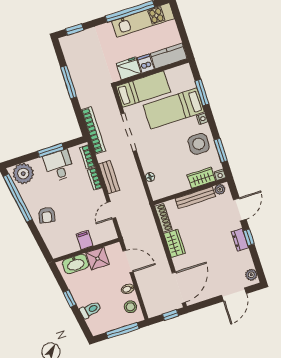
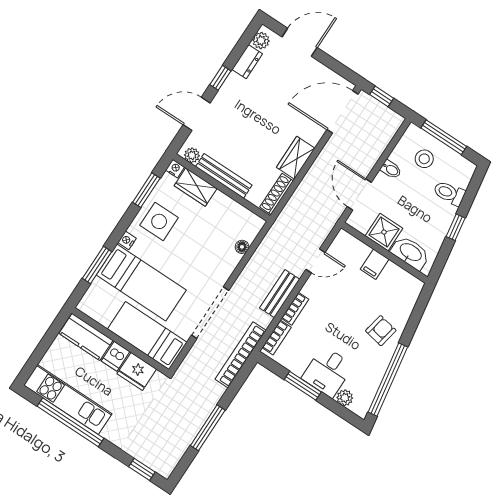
desk: (59, 166) -> (328, 372), moved
plant: (23, 174) -> (345, 398), width x0.53, depth x0.53
dresser: (240, 240) -> (247, 62), moved
stool: (130, 307) -> (424, 159), moved

